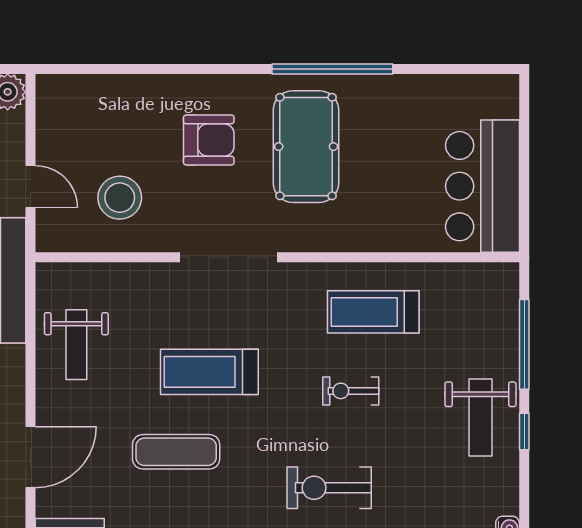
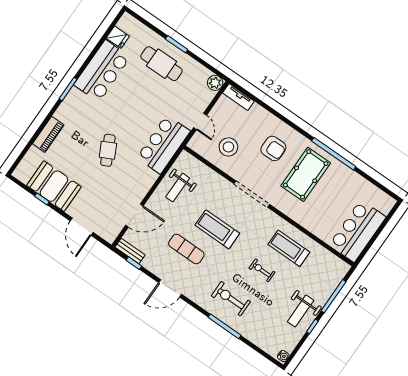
tv unit: (72, 88) -> (238, 97), added

